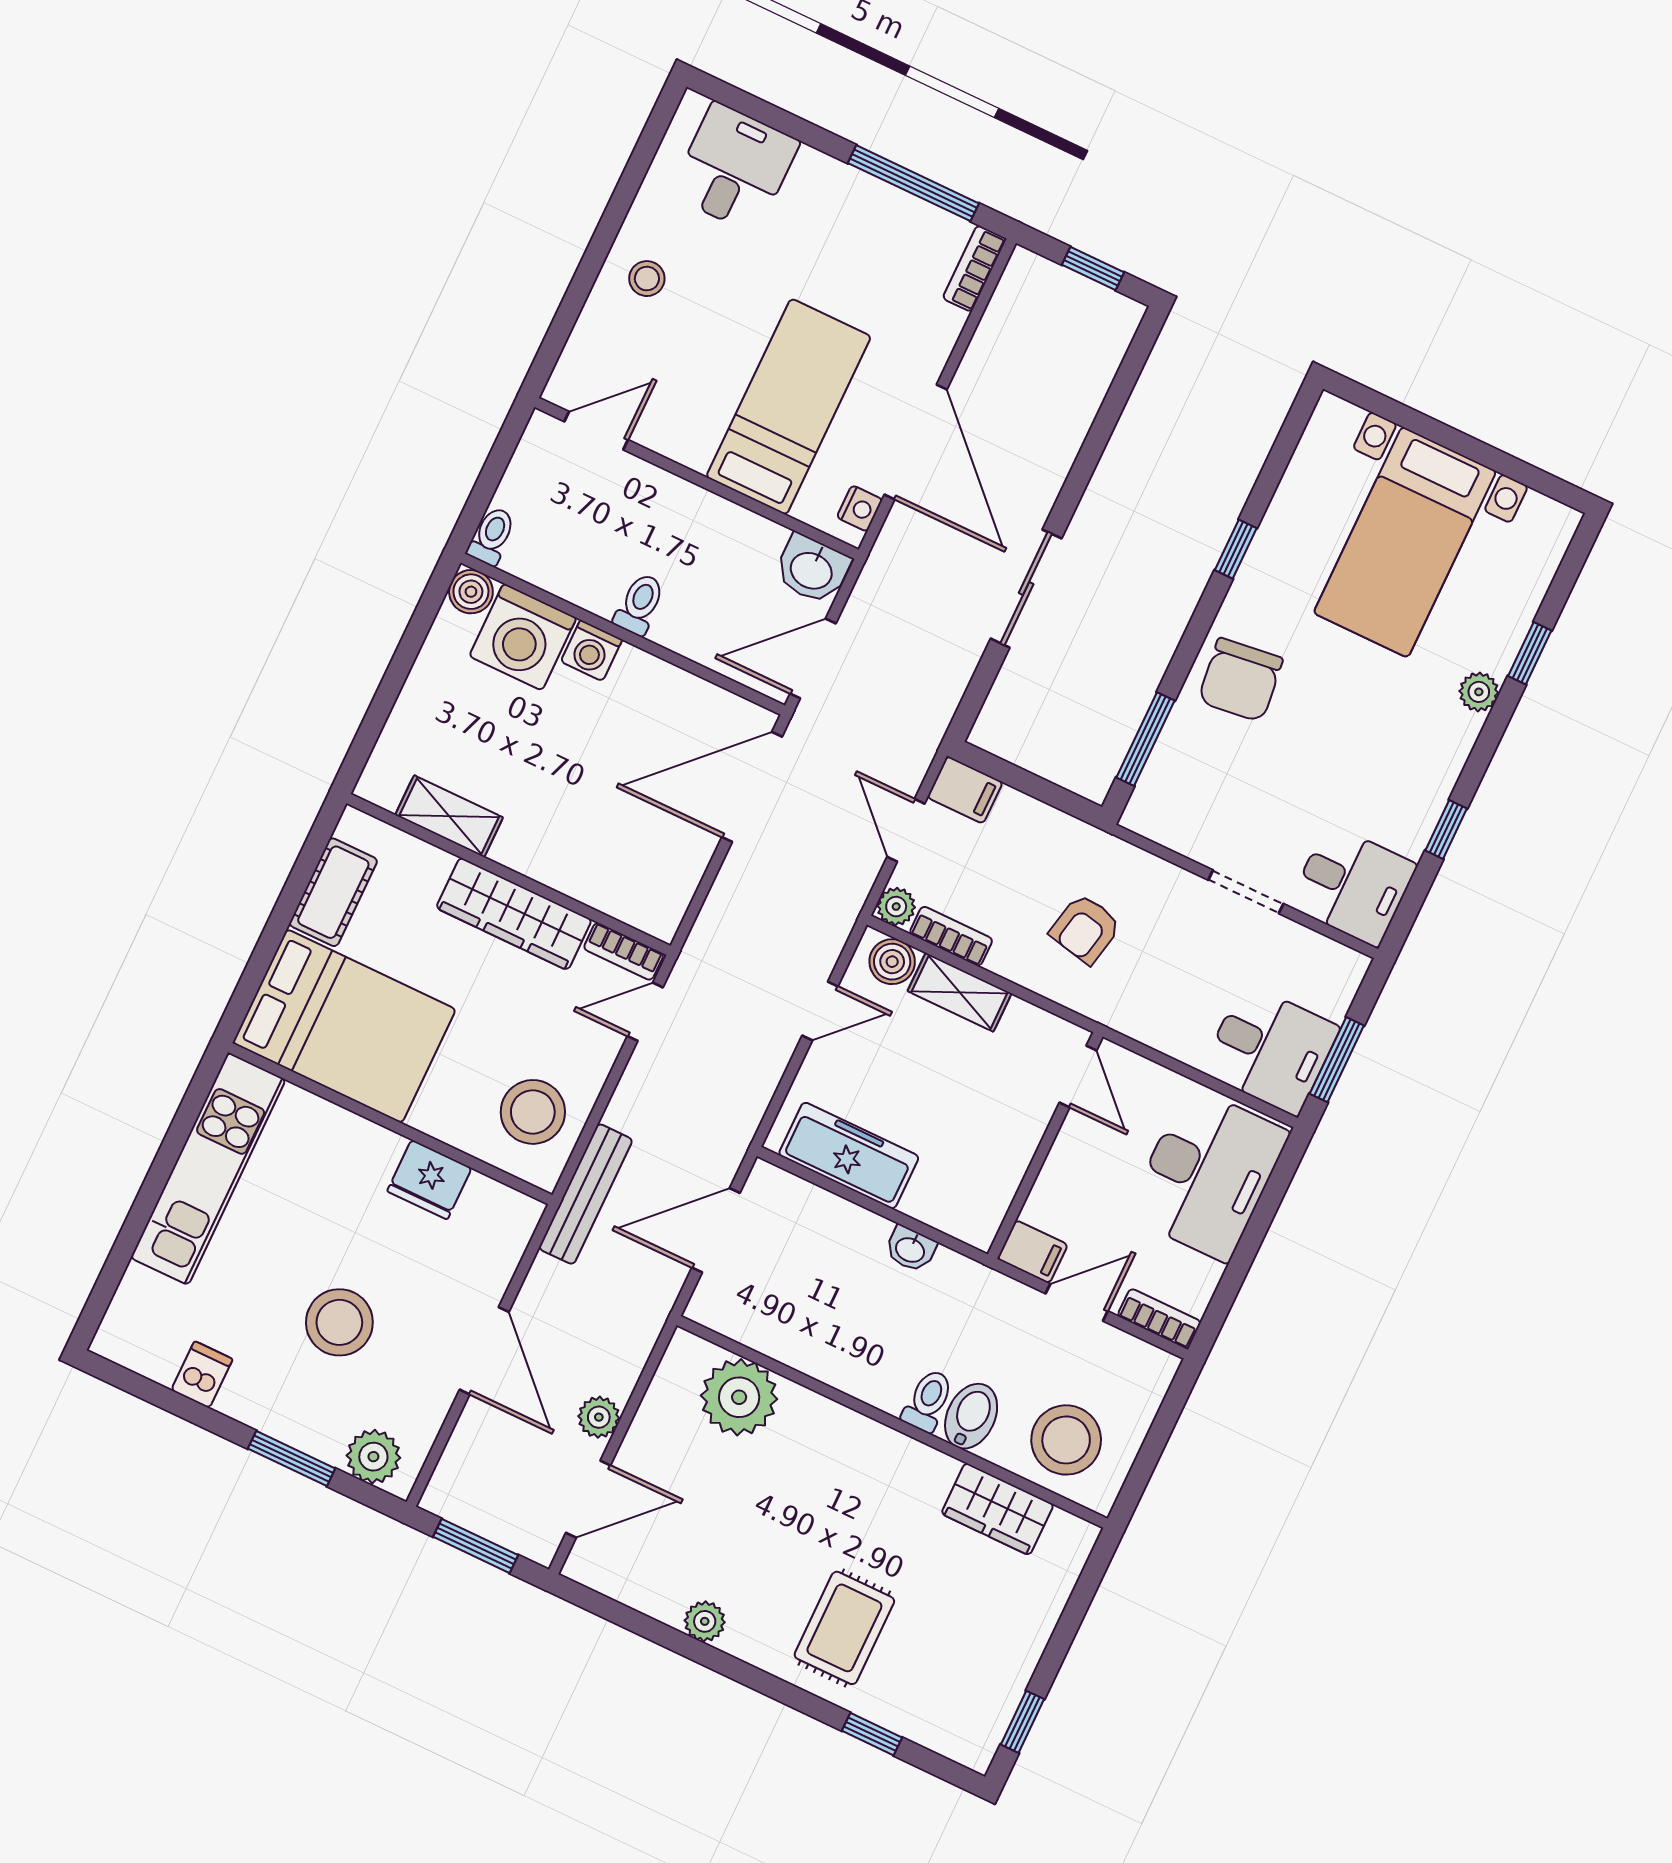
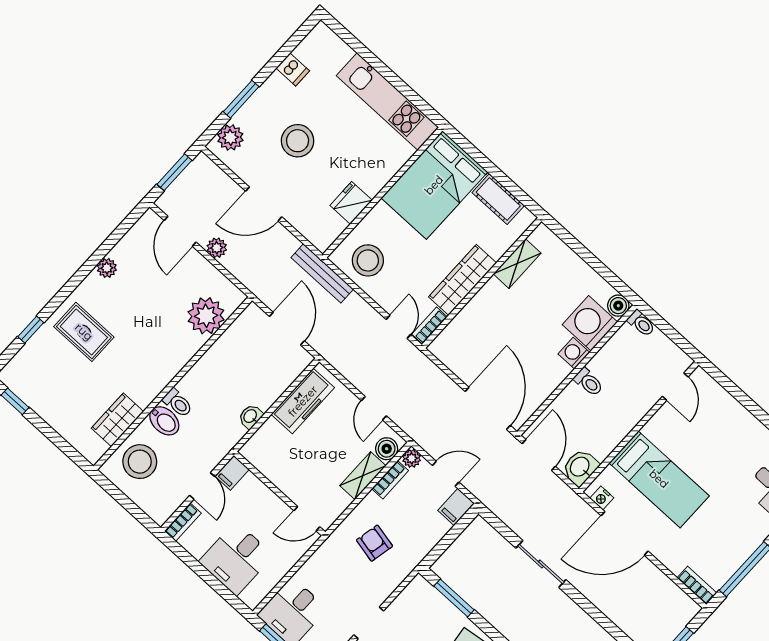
stool: (647, 279) -> (739, 432), removed
desk: (1208, 1174) -> (236, 559), width x0.73

